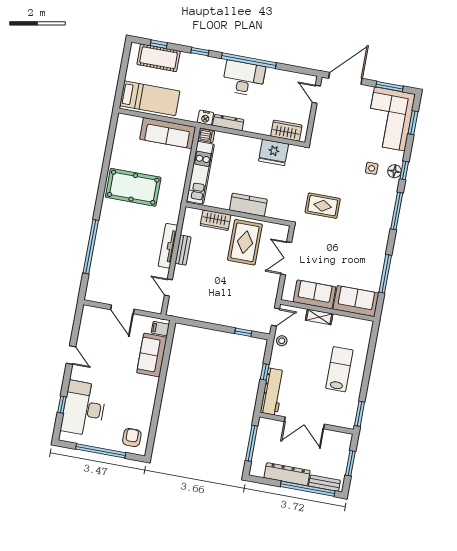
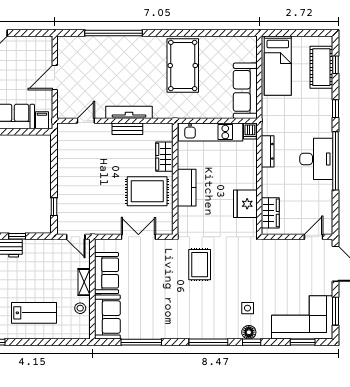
nightstand: (205, 118) -> (268, 127), removed
stool: (282, 341) -> (80, 308), moved

